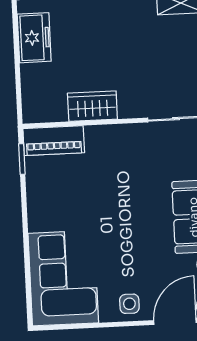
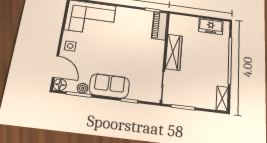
wardrobe: (92, 106) -> (174, 52), width x1.50

